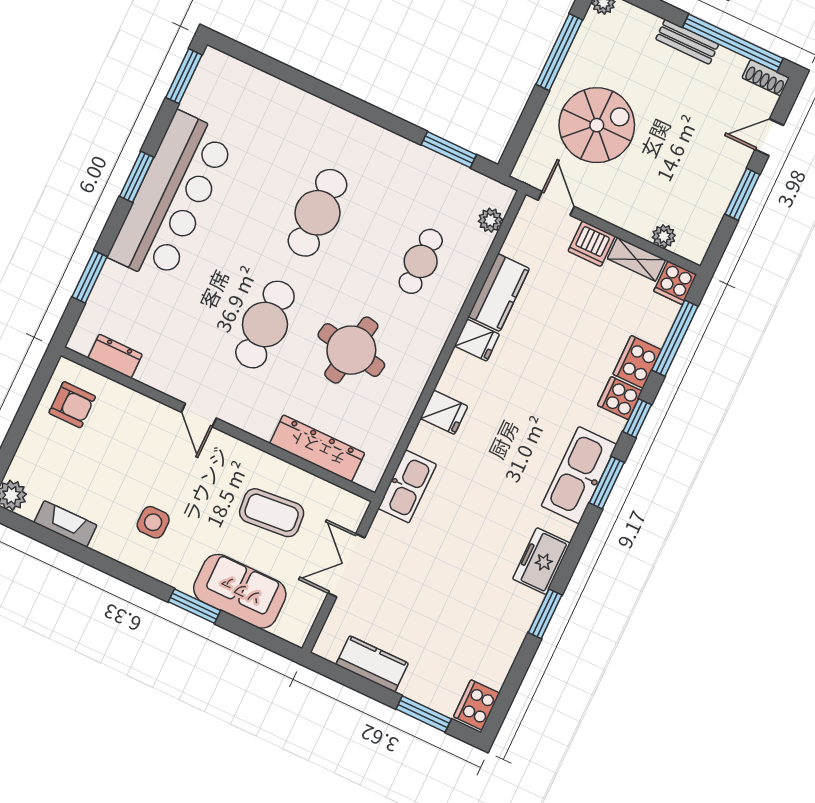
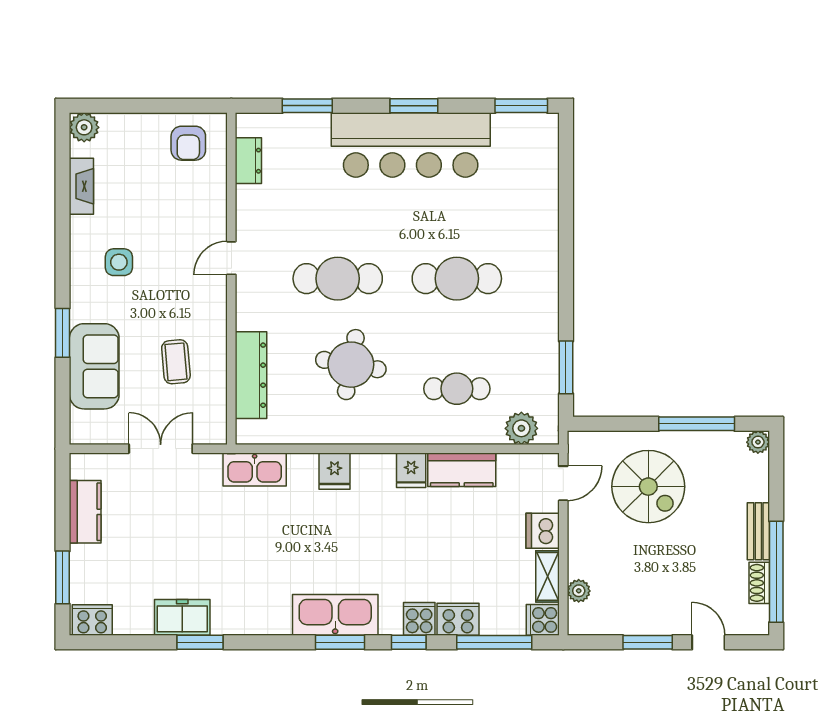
shoe rack: (766, 78) -> (759, 583), moved
plant: (490, 220) -> (521, 428), width x1.38, depth x1.38
coffee table: (272, 513) -> (176, 362), width x0.73, depth x0.77
freezer: (541, 561) -> (182, 617), moved

